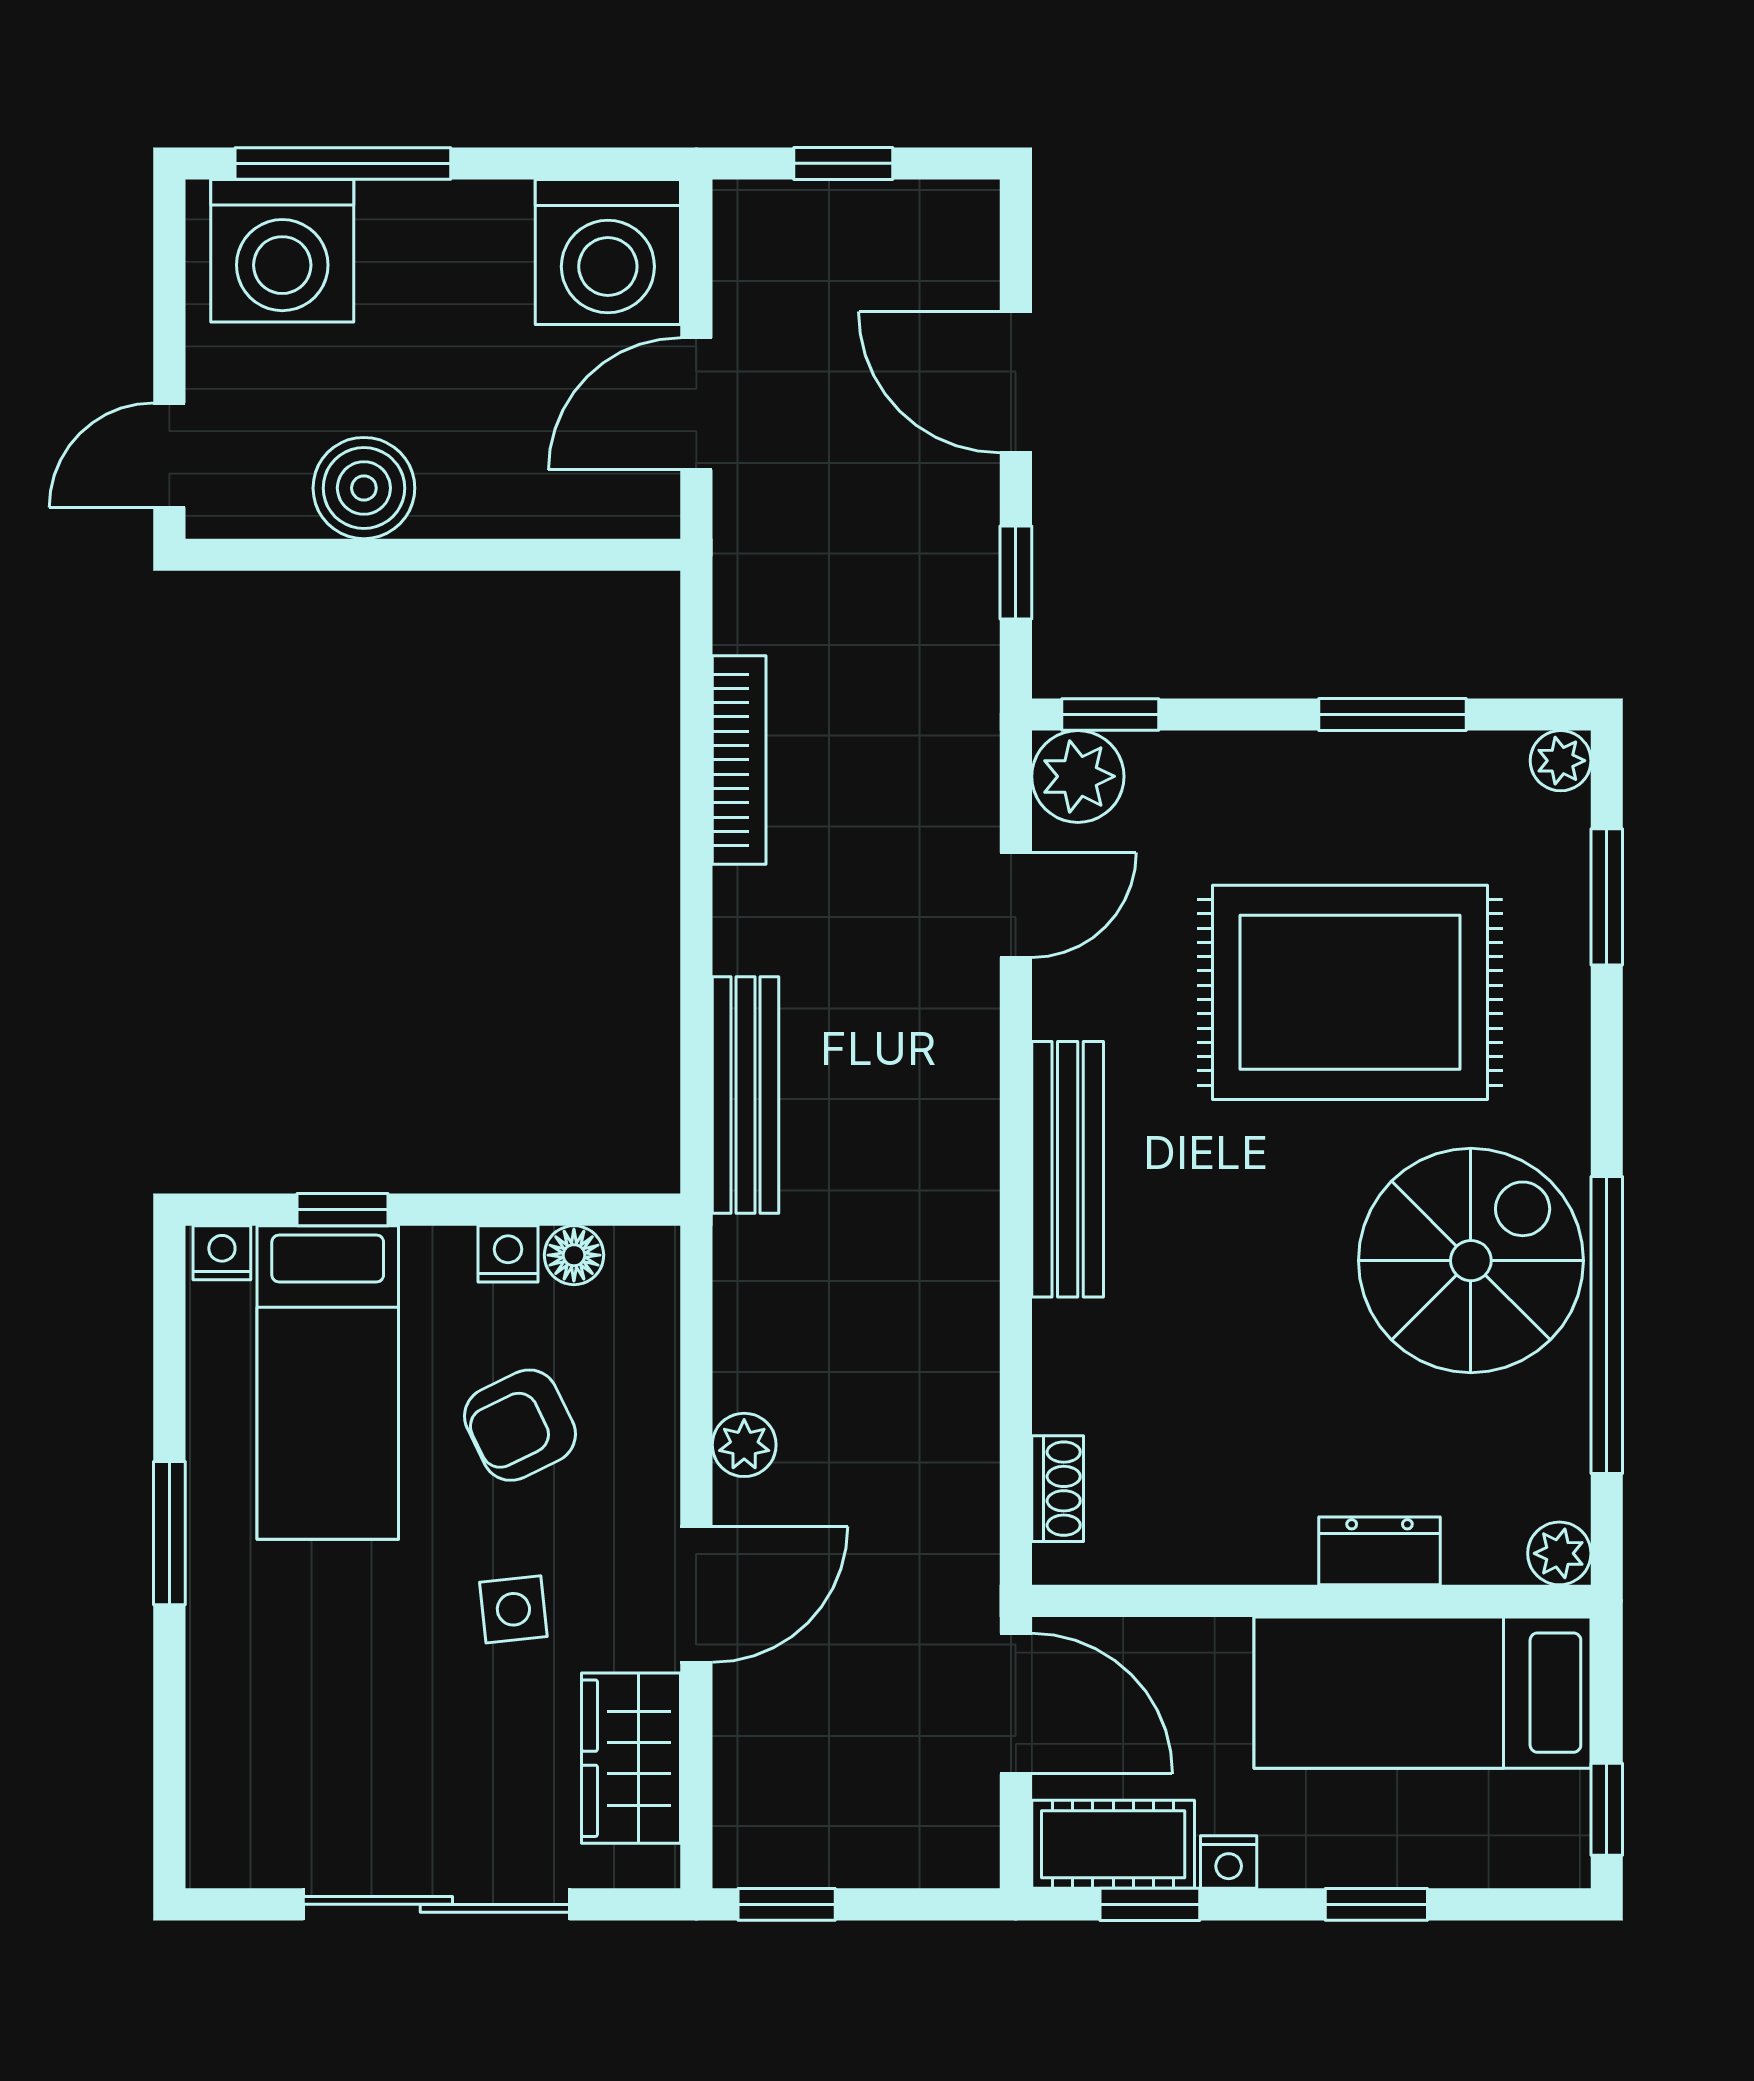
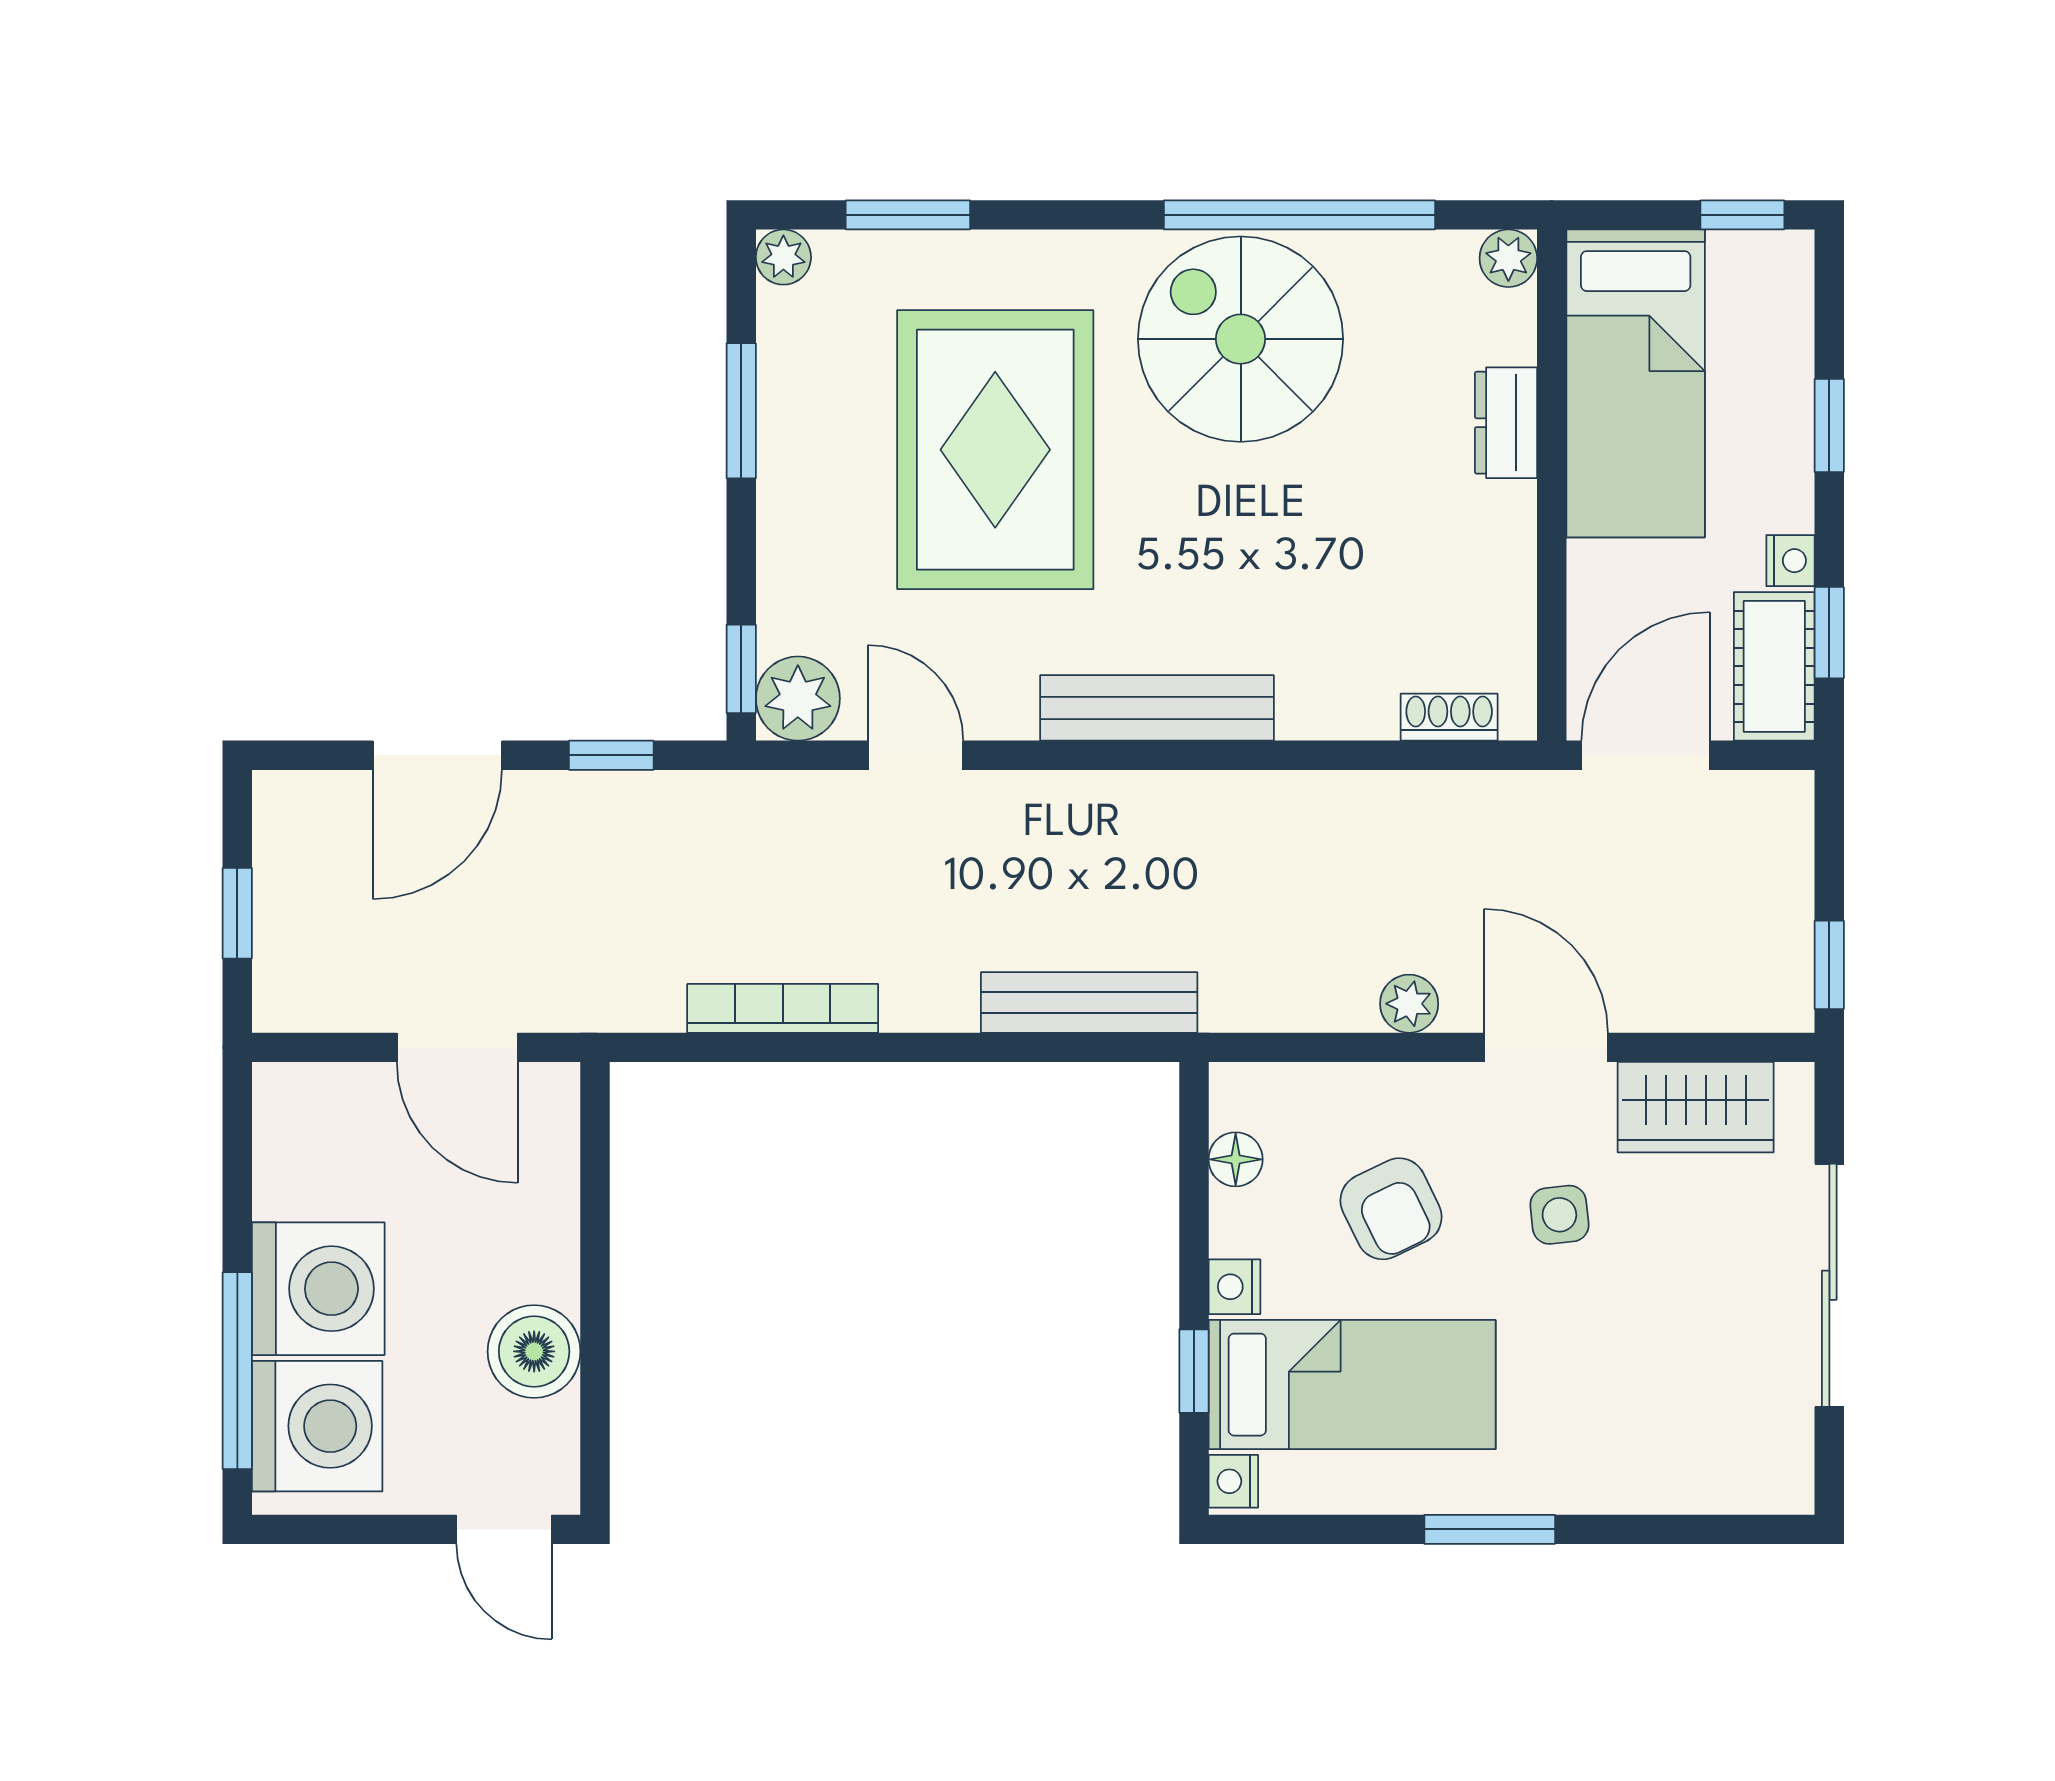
washing machine: (608, 252) -> (318, 1289), moved
nightstand: (508, 1254) -> (1234, 1287), moved

